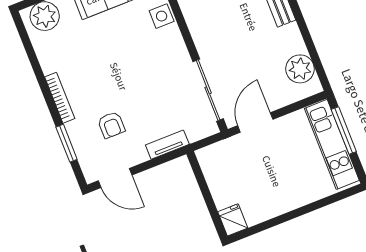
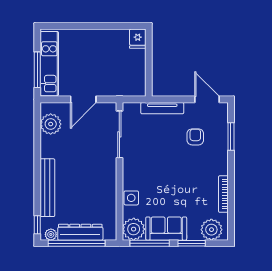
bookcase: (60, 98) -> (223, 194), moved
door: (255, 122) -> (83, 99), moved
tv unit: (167, 145) -> (162, 108), width x1.41

